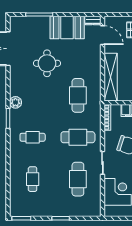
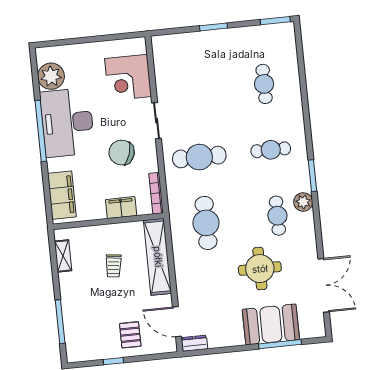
booth: (67, 27) -> (271, 324), moved
cafe table: (78, 179) -> (277, 216), moved, width x0.73, depth x0.74

